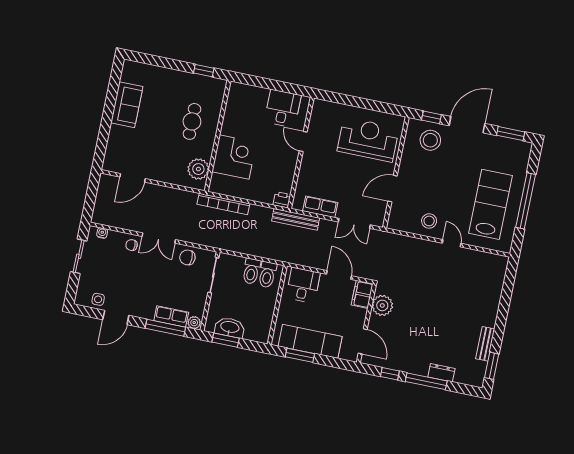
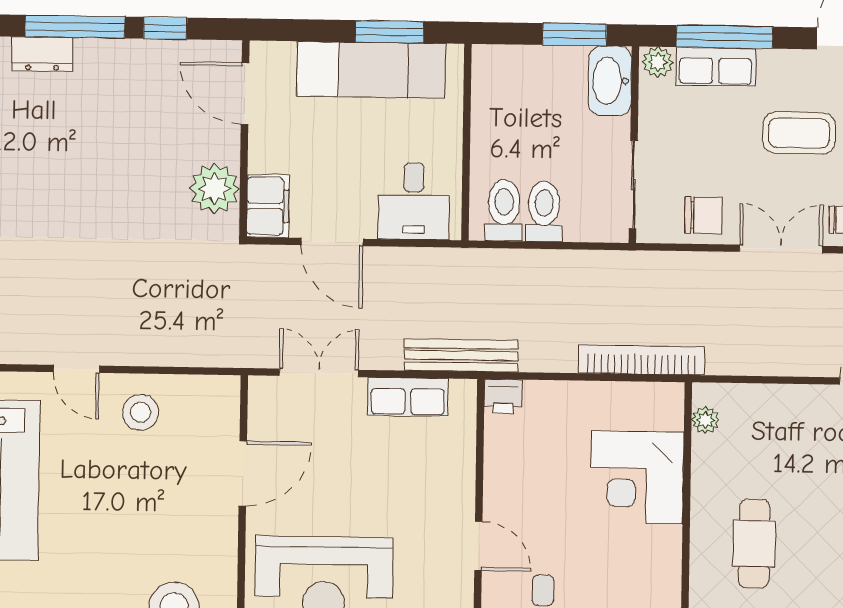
plant: (198, 169) -> (705, 420), width x0.53, depth x0.53
coffee table: (143, 283) -> (799, 133), added
washbasin: (230, 327) -> (610, 81), moved, turned 90

